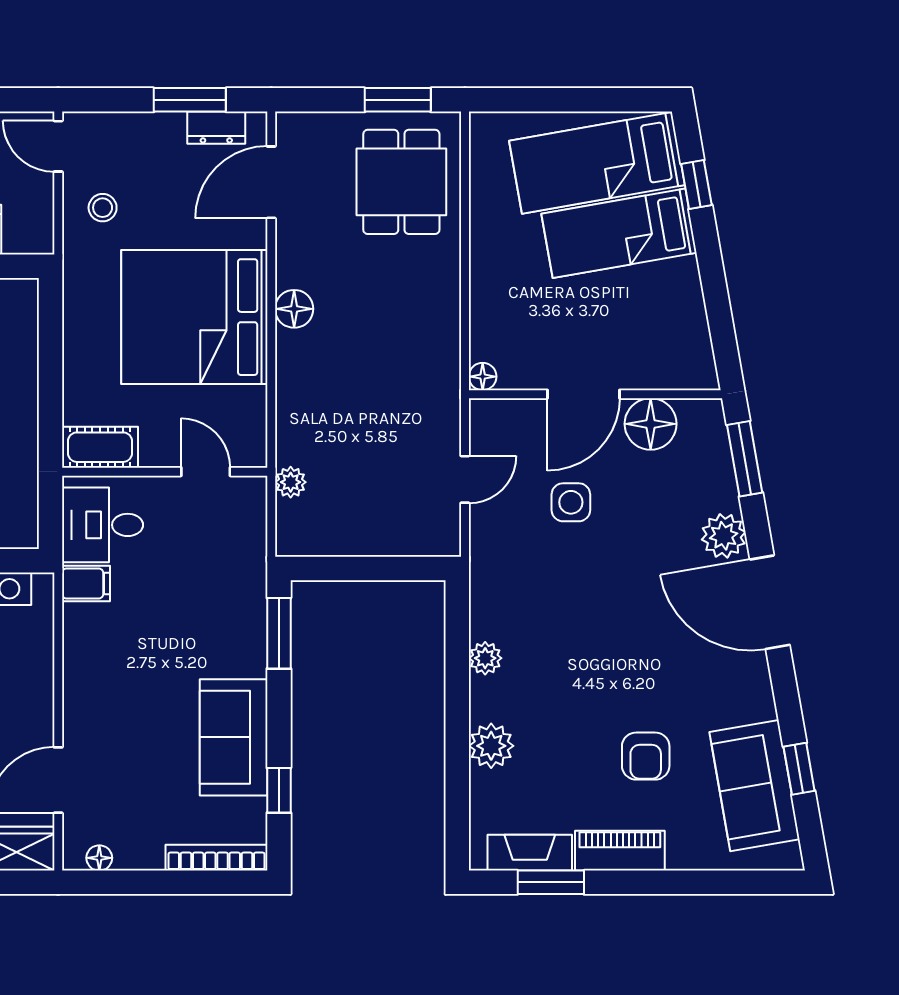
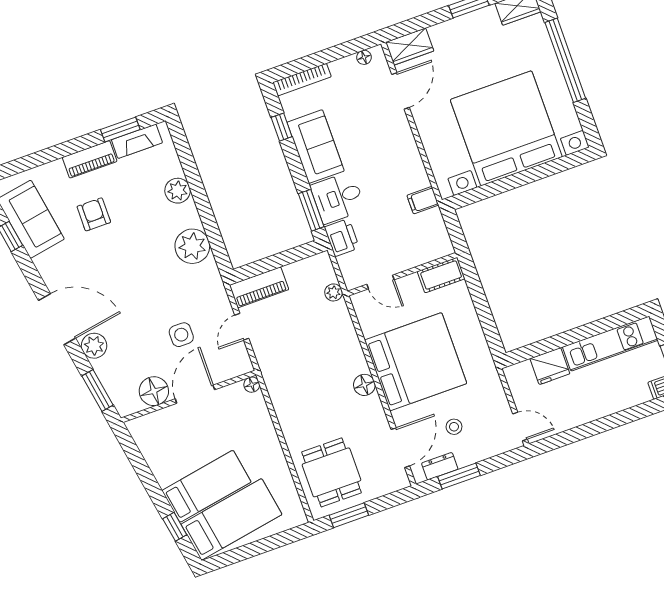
stool: (103, 208) -> (454, 427), moved
desk: (103, 525) -> (338, 198), moved, turned 180
piano: (412, 535) -> (259, 287), added
printer: (244, 569) -> (342, 237), added
plant: (485, 658) -> (192, 246), width x1.88, depth x1.88

